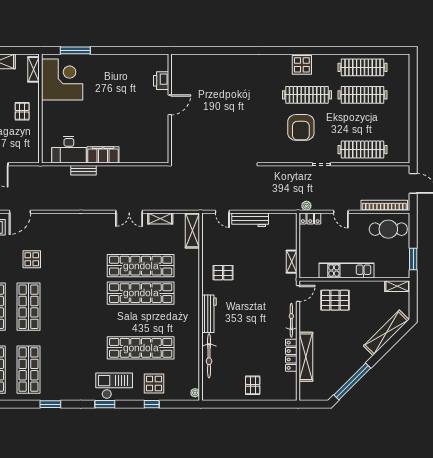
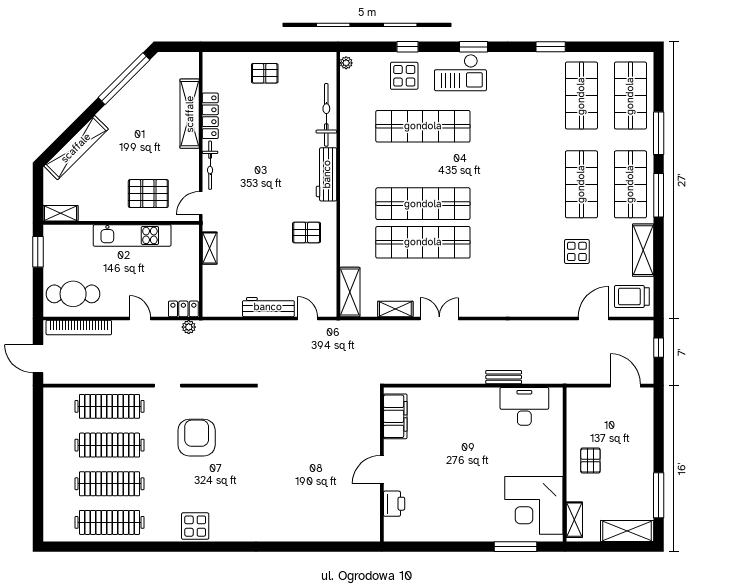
clothes rail: (307, 95) -> (109, 445), moved
filing cabinet: (103, 155) -> (395, 416), moved, turned -90
pallet: (253, 385) -> (265, 73), turned 90

